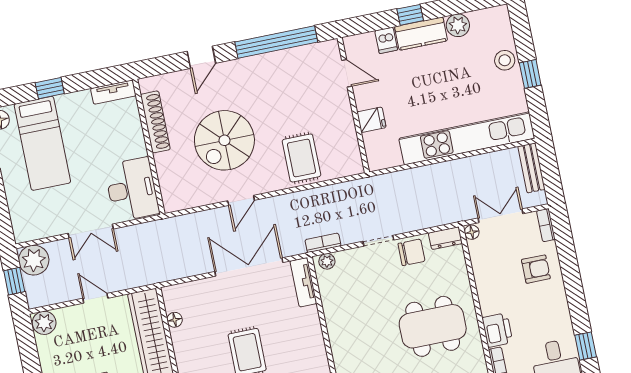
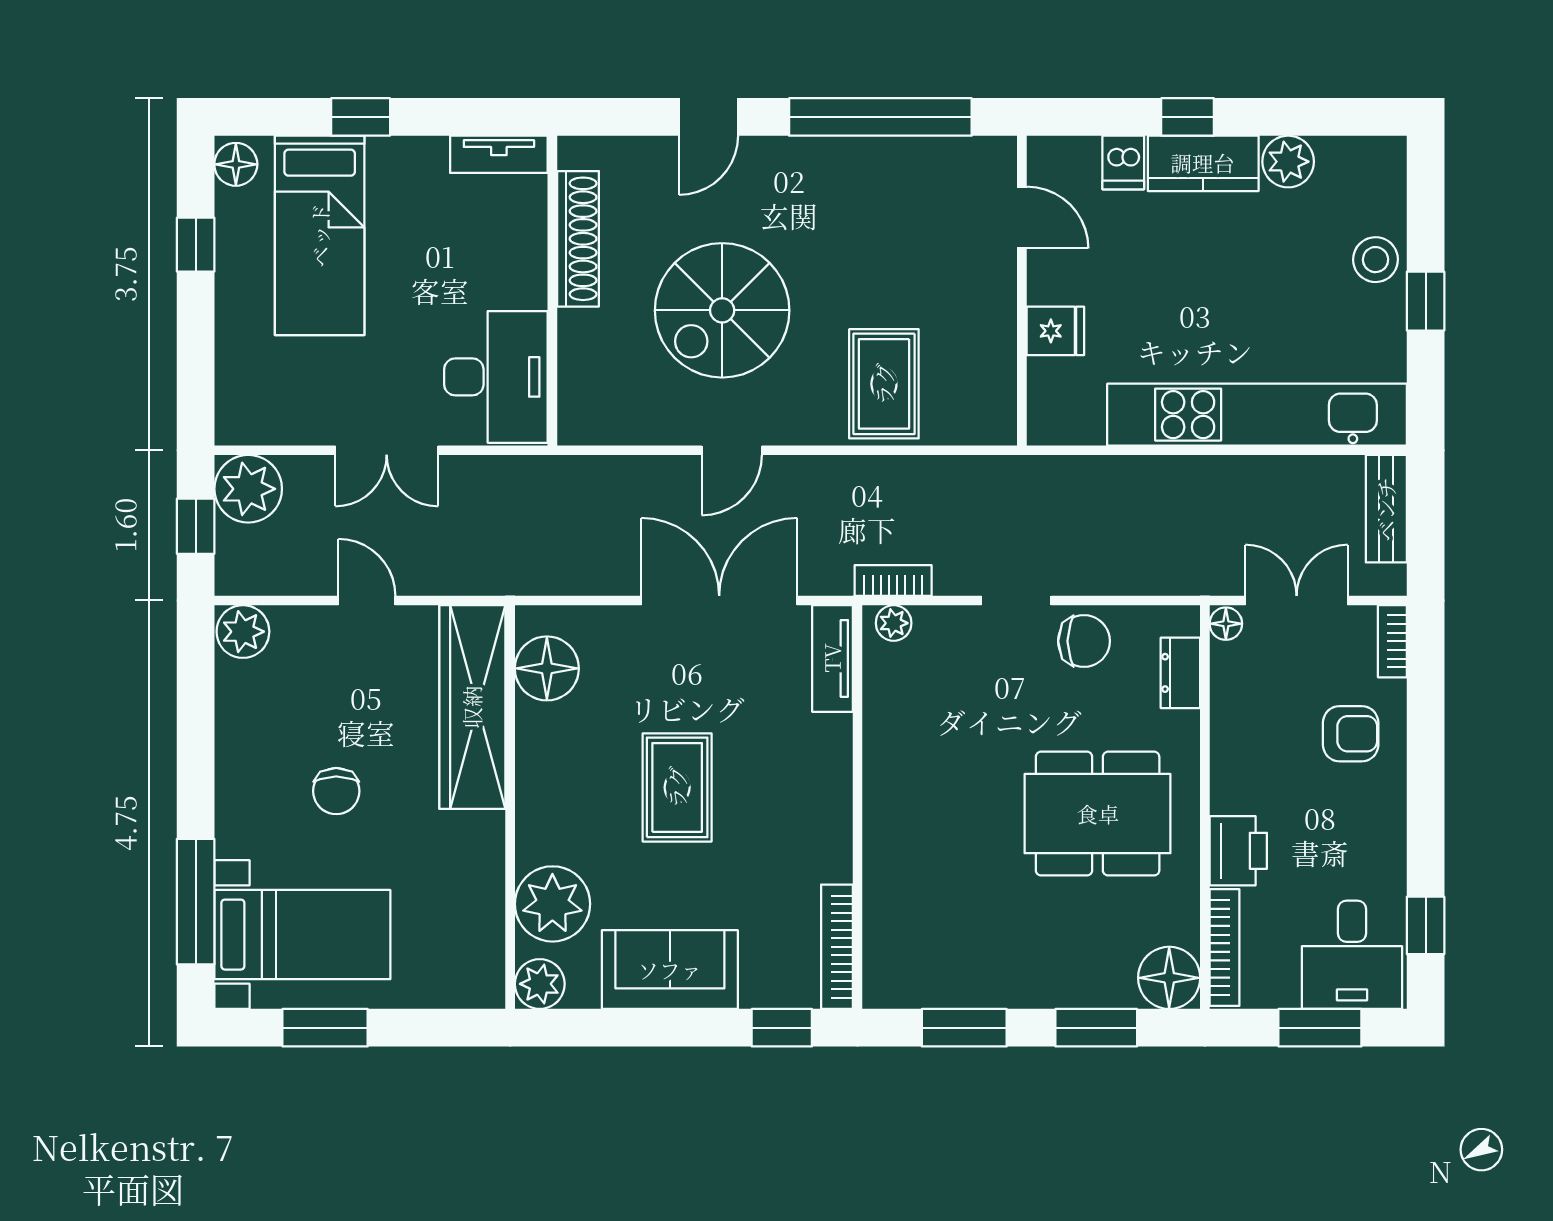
dresser: (445, 238) -> (1180, 673), moved, turned 90
floor lamp: (175, 320) -> (547, 668), width x1.89, depth x1.89

